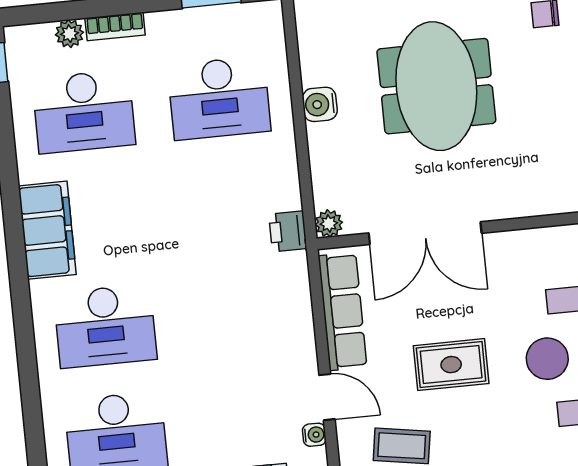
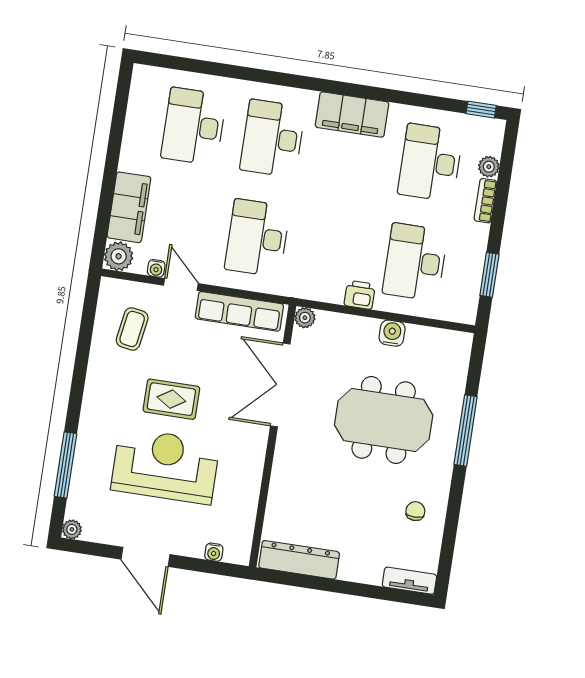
printer: (288, 231) -> (360, 295), moved
desk: (241, 313) -> (257, 238), added
rug: (451, 365) -> (171, 399), moved, turned 90
door: (327, 397) -> (181, 284), swing flipped

